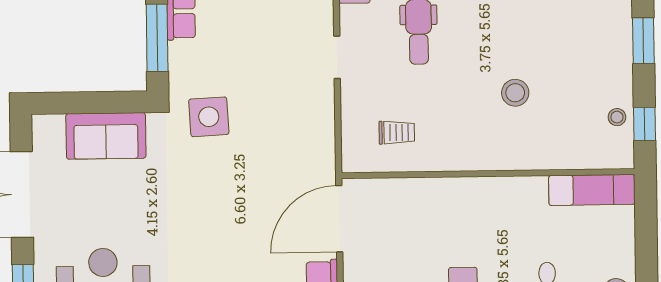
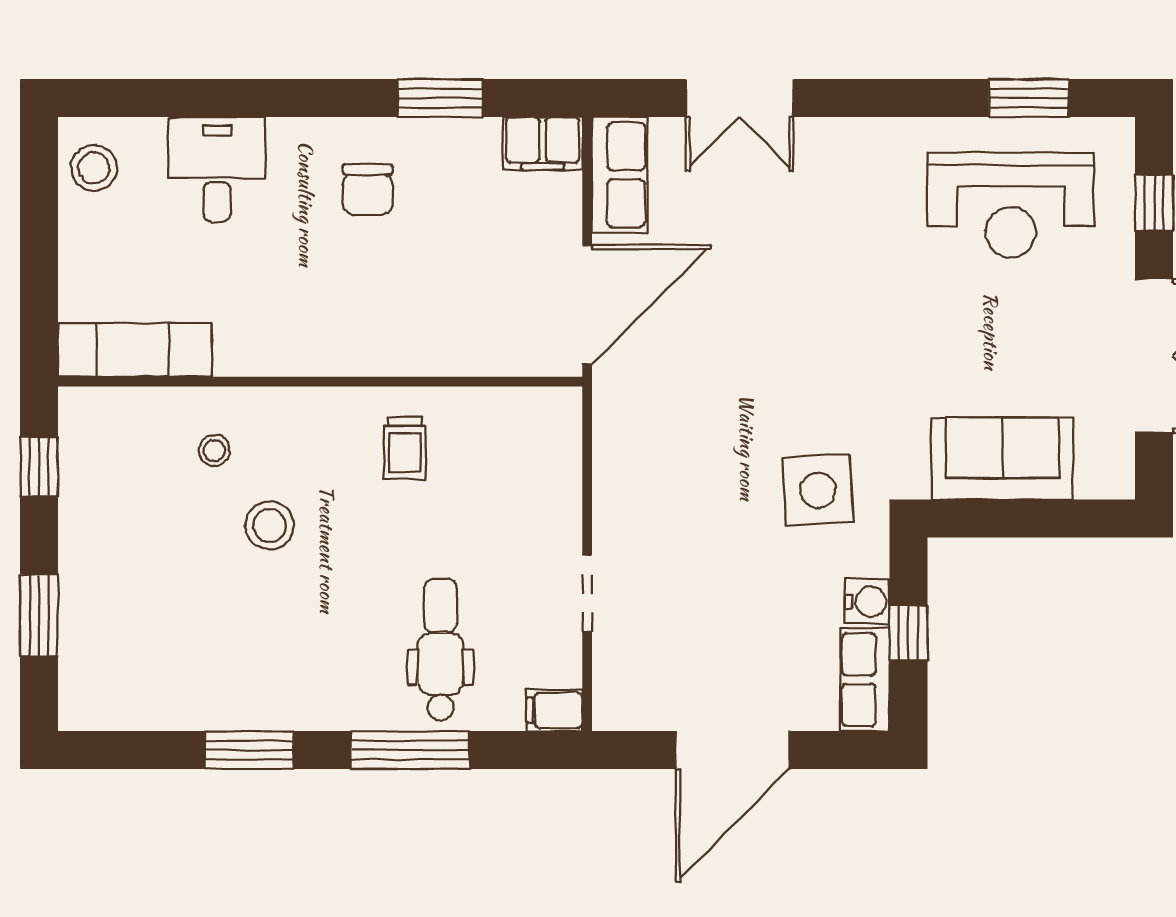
window: (157, 38) -> (908, 633), width x0.46
water cooler: (180, 55) -> (867, 602), added
stool: (617, 117) -> (214, 450), moved
trolley: (397, 132) -> (405, 448), moved, turned -90

